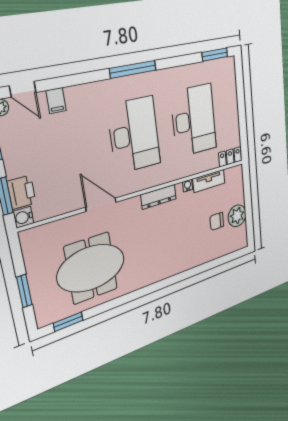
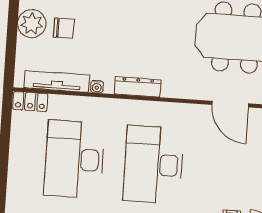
tv unit: (209, 181) -> (57, 81), width x1.41
door: (101, 205) -> (230, 104), moved

